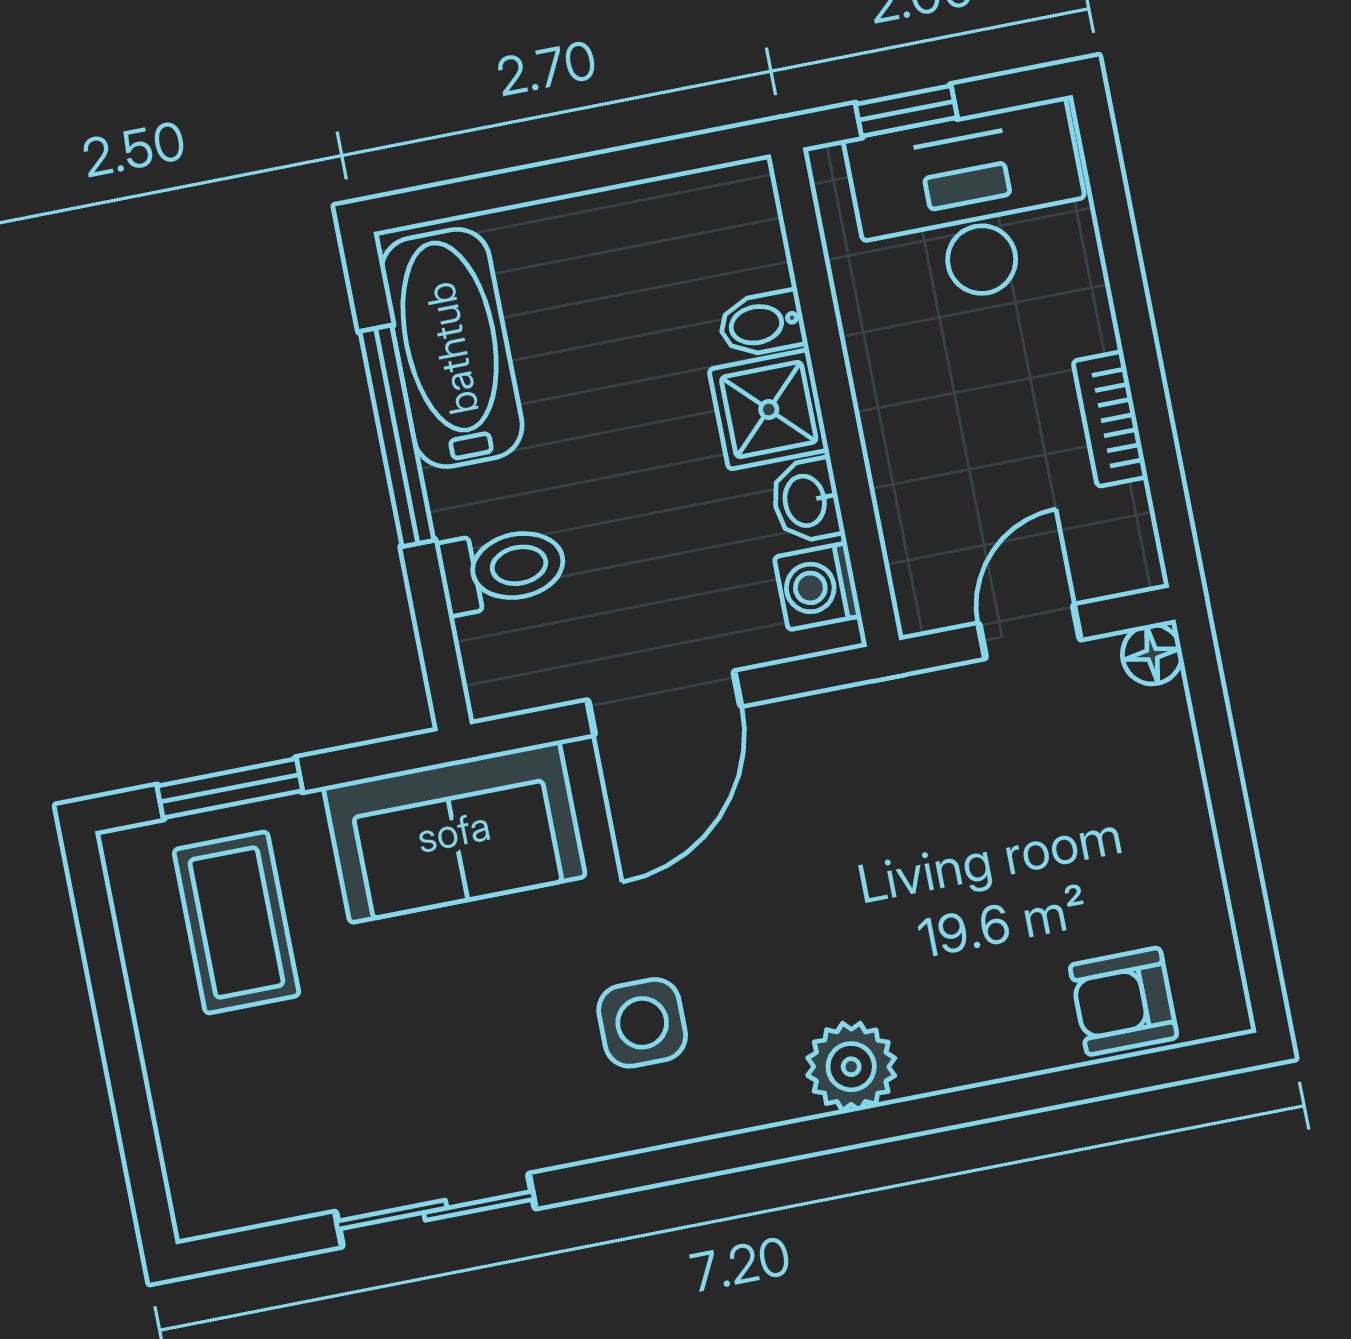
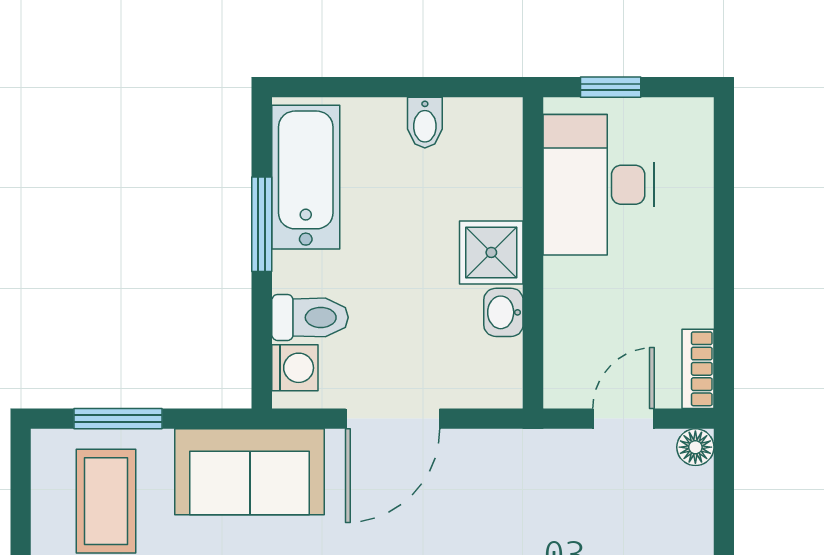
desk: (971, 205) -> (598, 185), moved, turned -90
bidet: (762, 324) -> (425, 123), moved, turned -90
bookcase: (1110, 419) -> (698, 369), moved
window: (397, 436) -> (262, 224), width x0.69
washing machine: (818, 586) -> (295, 368), moved, turned 180

